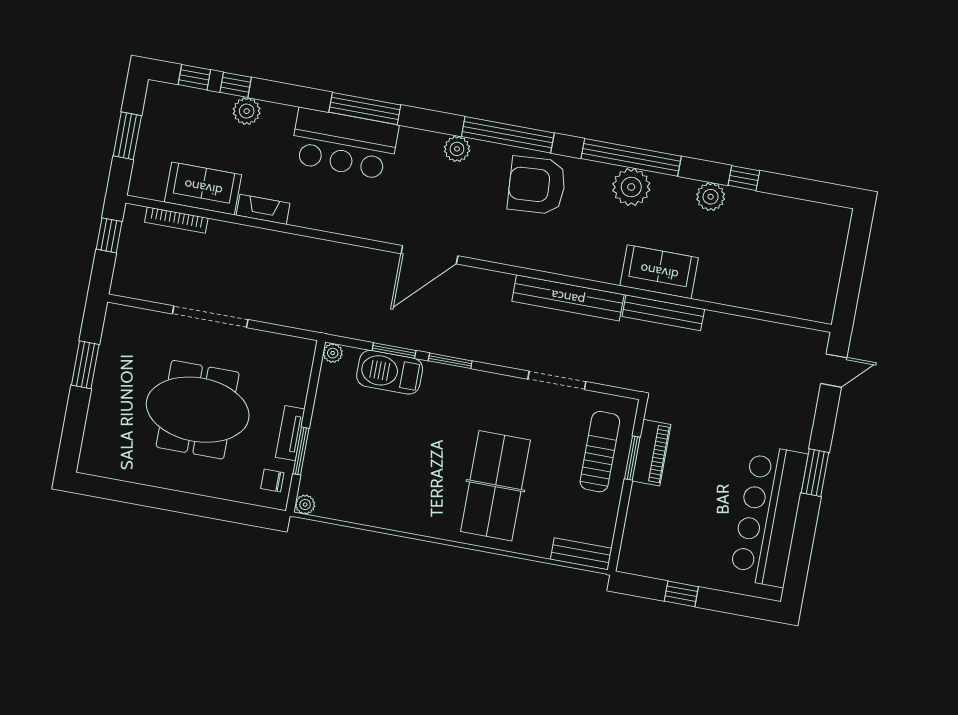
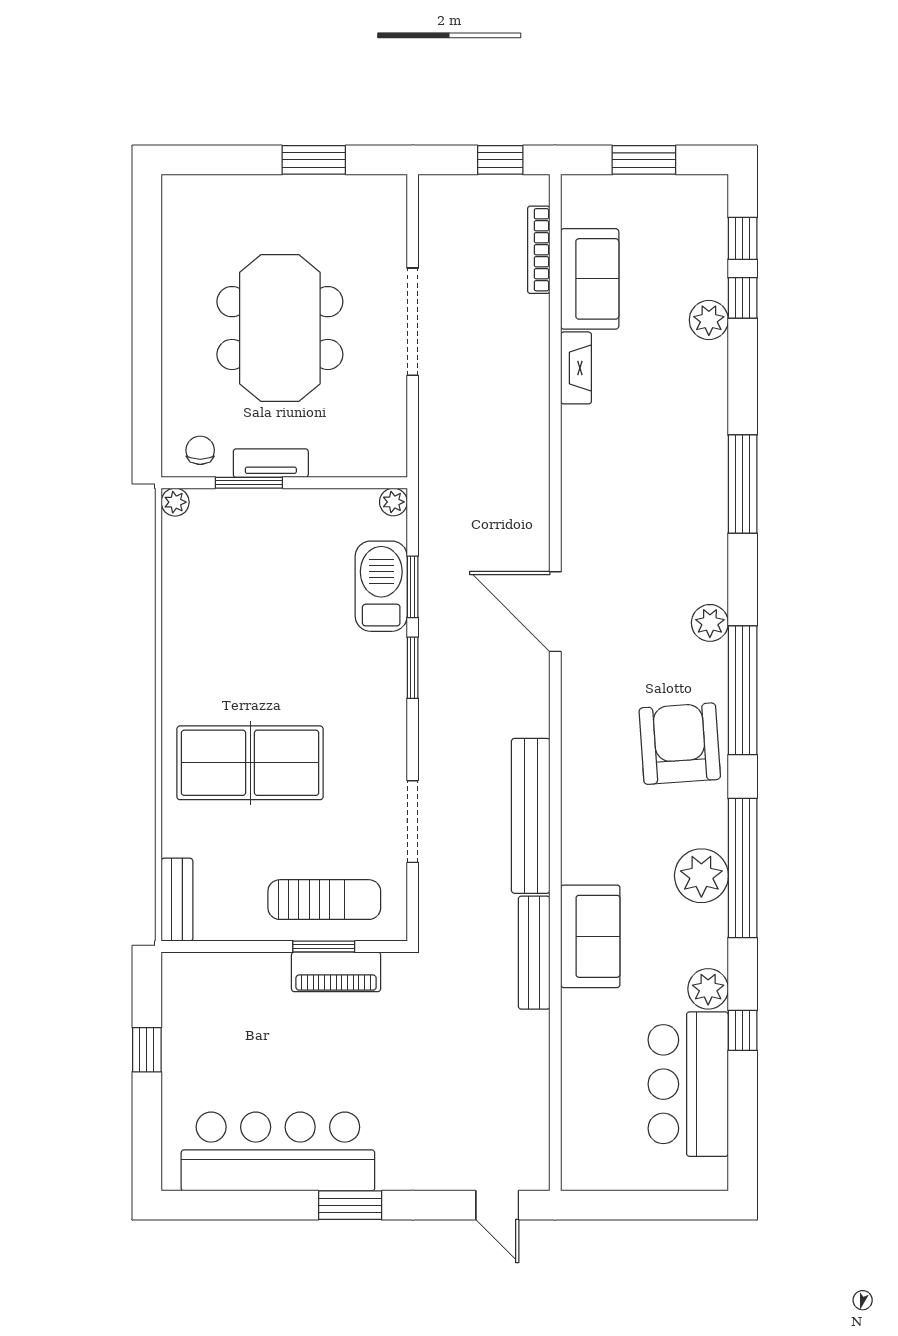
bar counter: (344, 144) -> (688, 1084), moved

